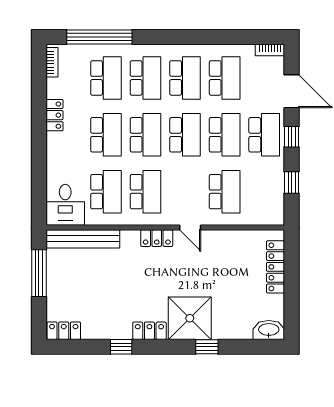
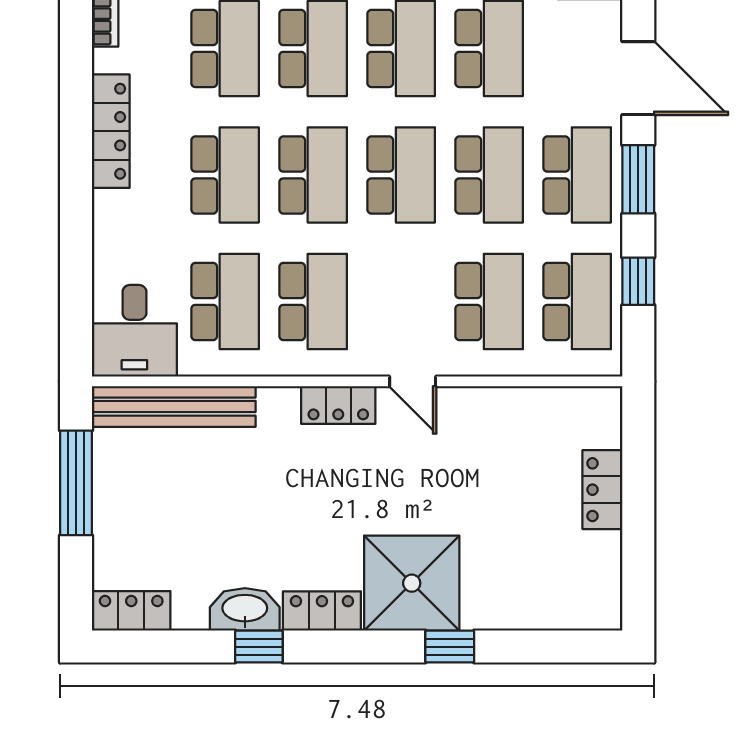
locker: (55, 115) -> (111, 131), width x1.53
window: (292, 137) -> (638, 179), width x1.50
school desk: (264, 192) -> (577, 302), added
locker: (275, 267) -> (602, 490), width x0.66
washbasin: (269, 330) -> (245, 609), moved

